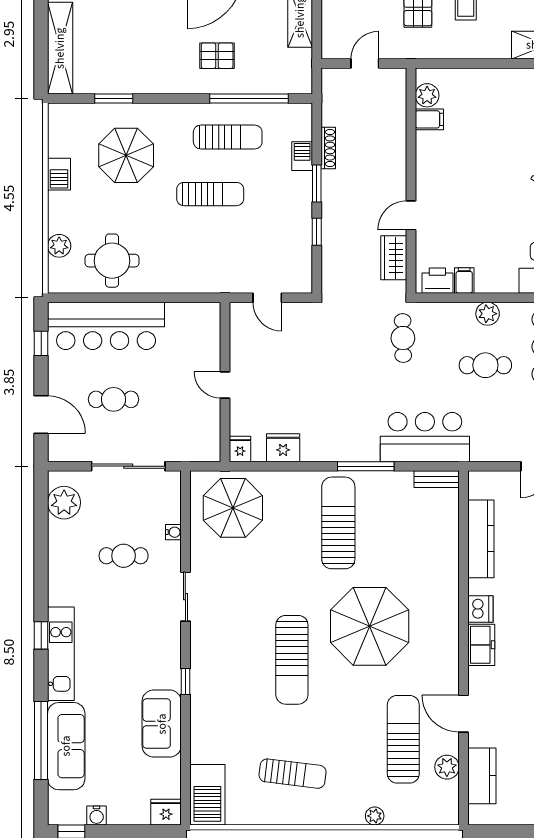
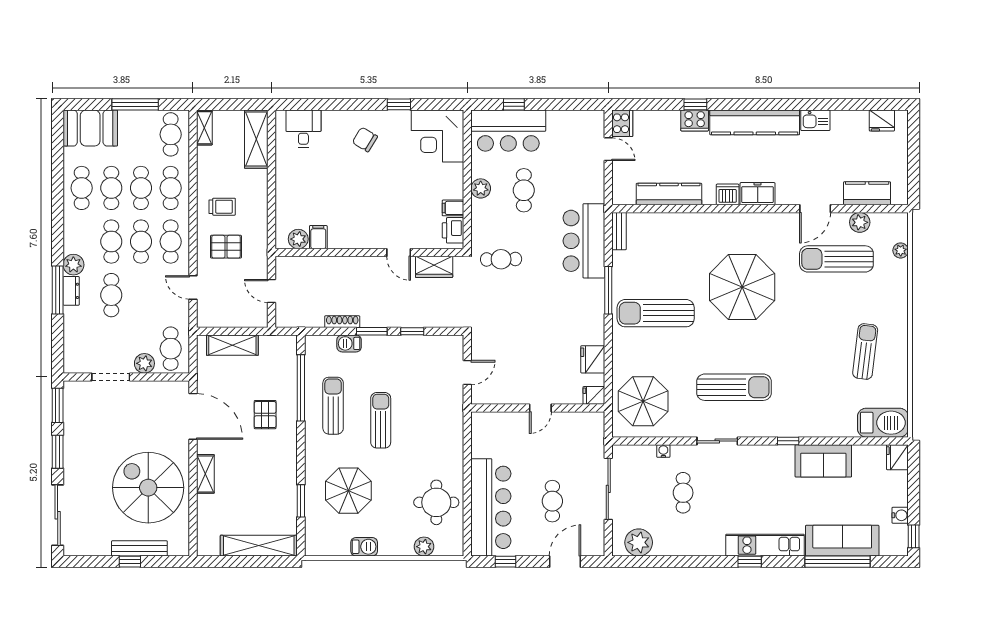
sun lounger: (292, 660) -> (734, 387), moved
plant: (375, 816) -> (901, 250), moved

